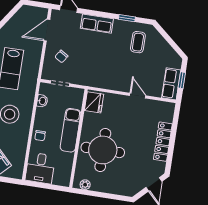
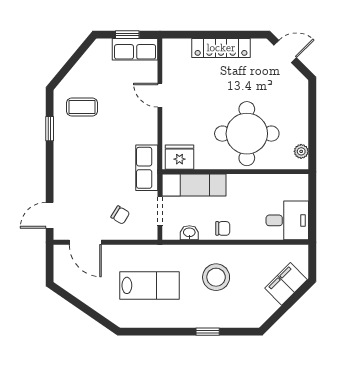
row of seats: (97, 24) -> (147, 168), moved, turned 180
door: (138, 96) -> (160, 95), hinge flipped
exam couch: (70, 130) -> (194, 185), moved
chair: (40, 136) -> (223, 228), moved

